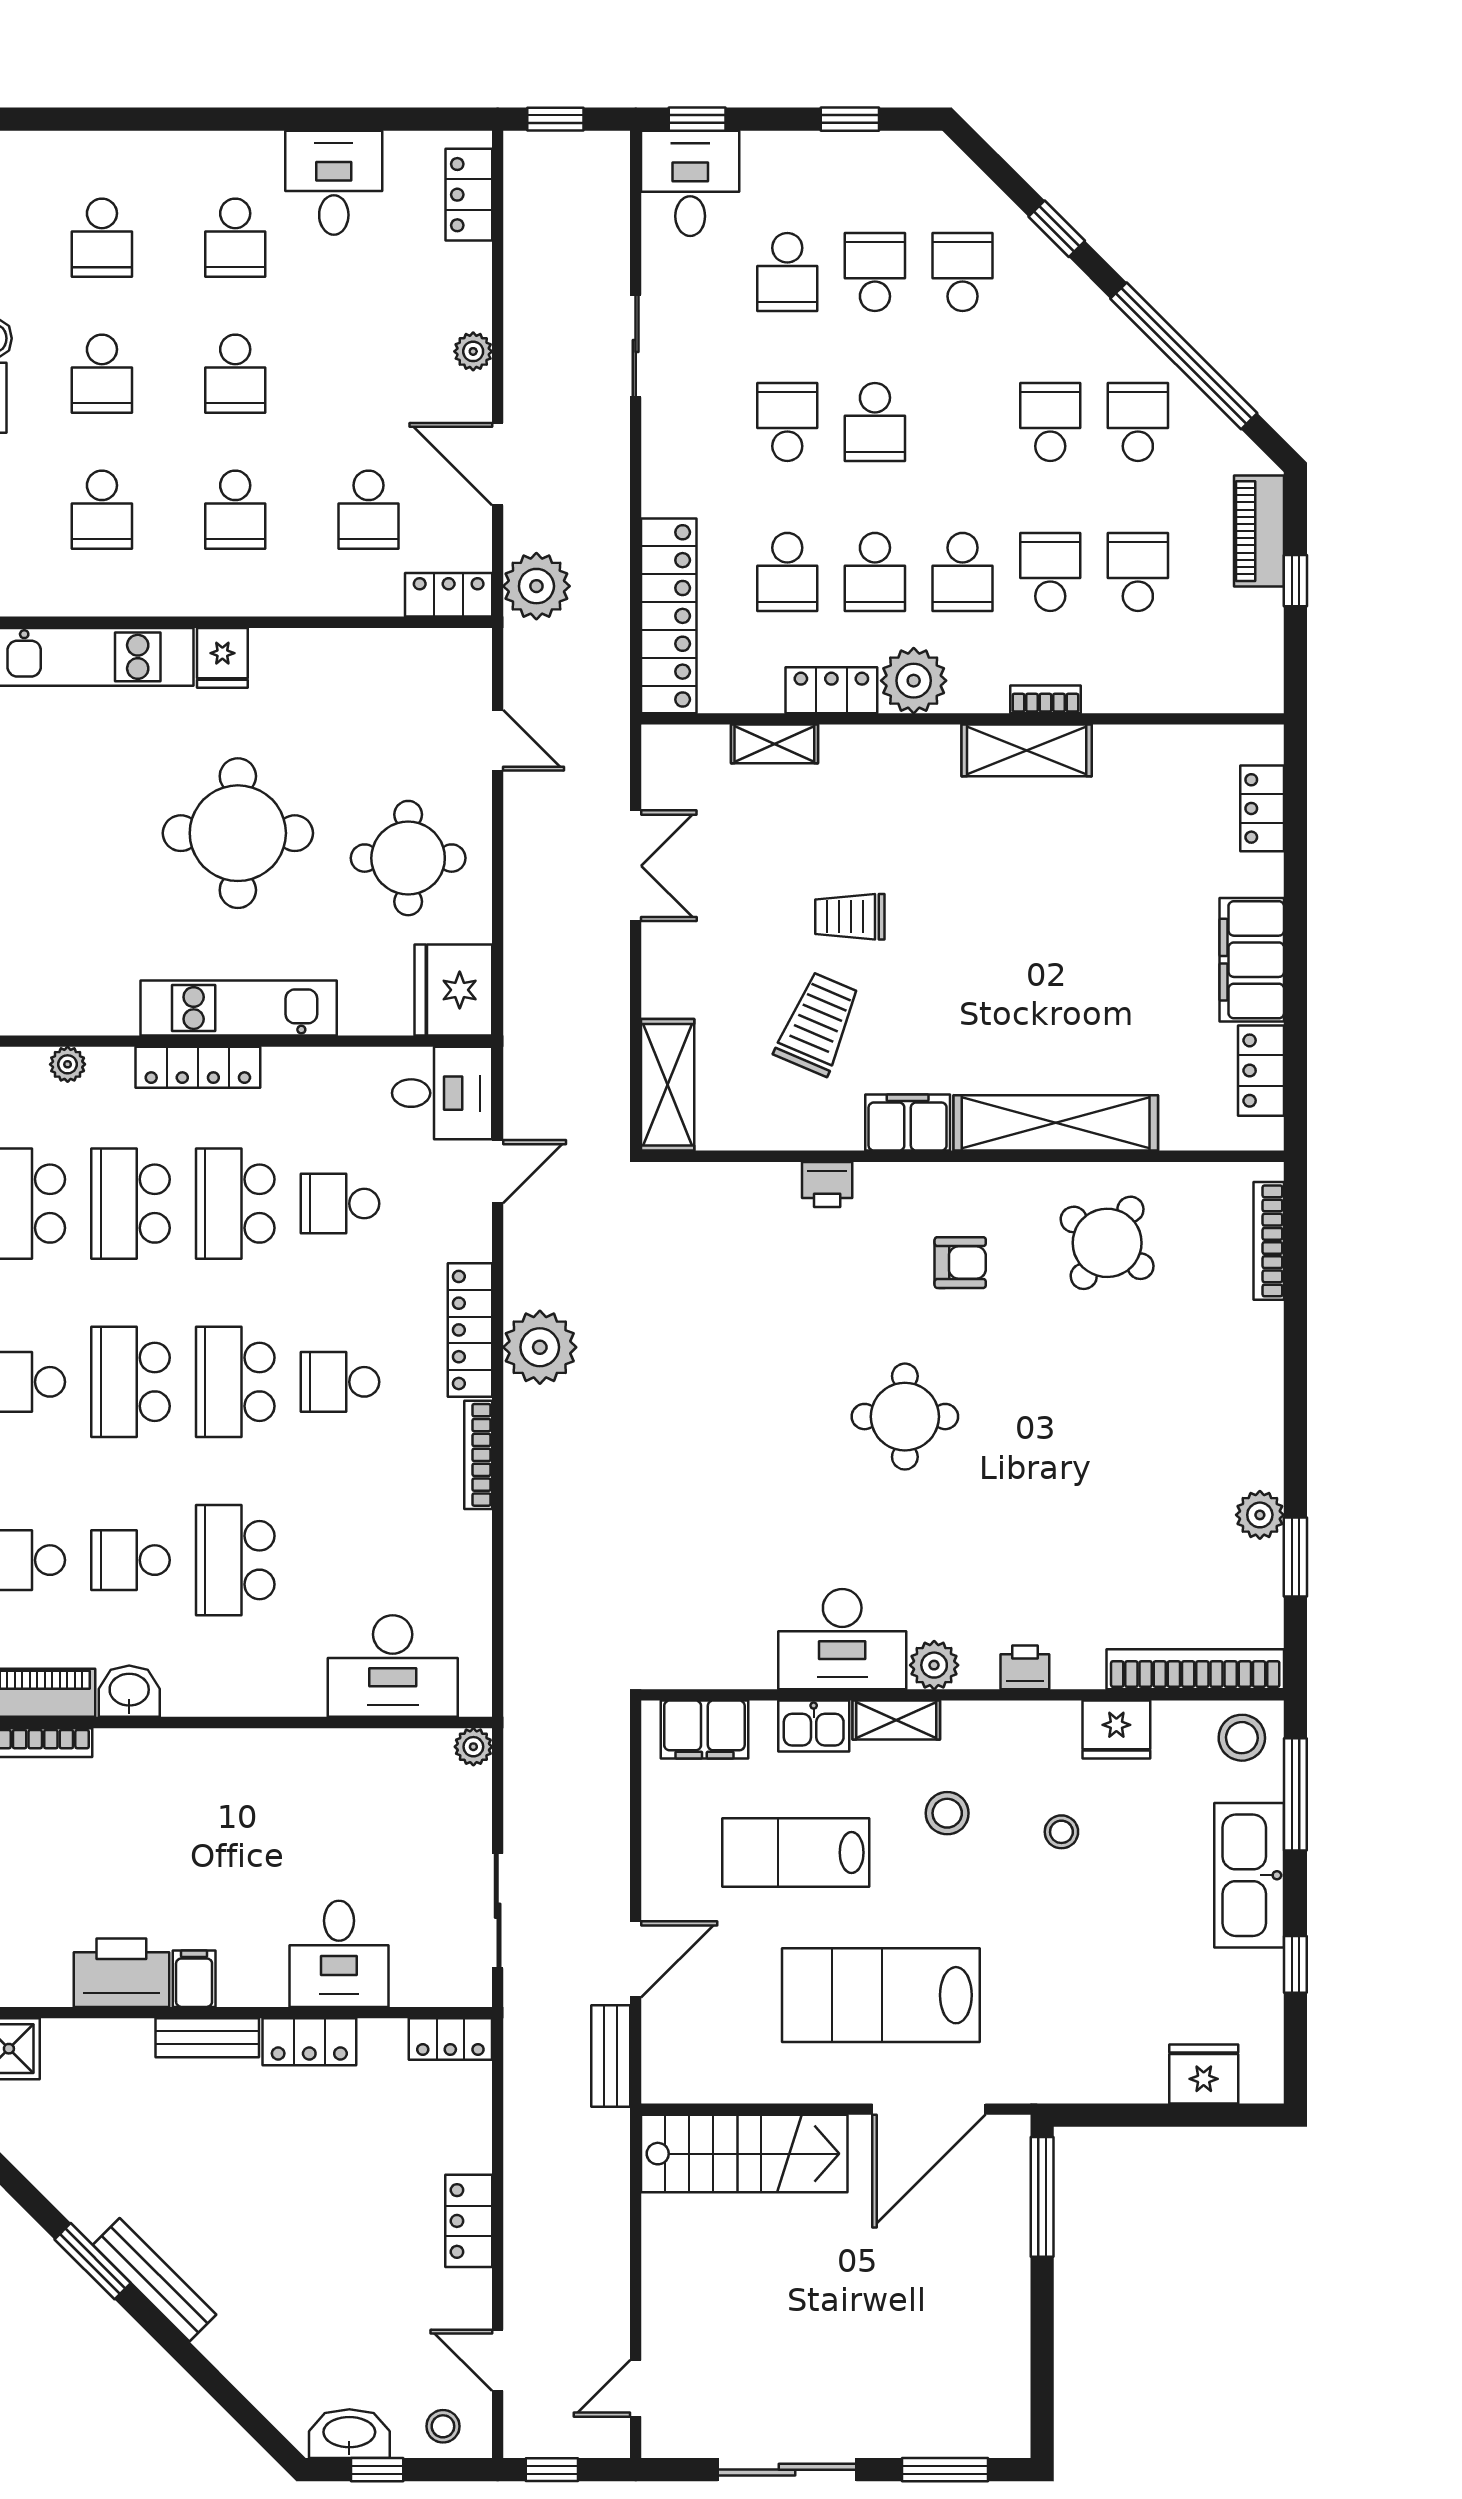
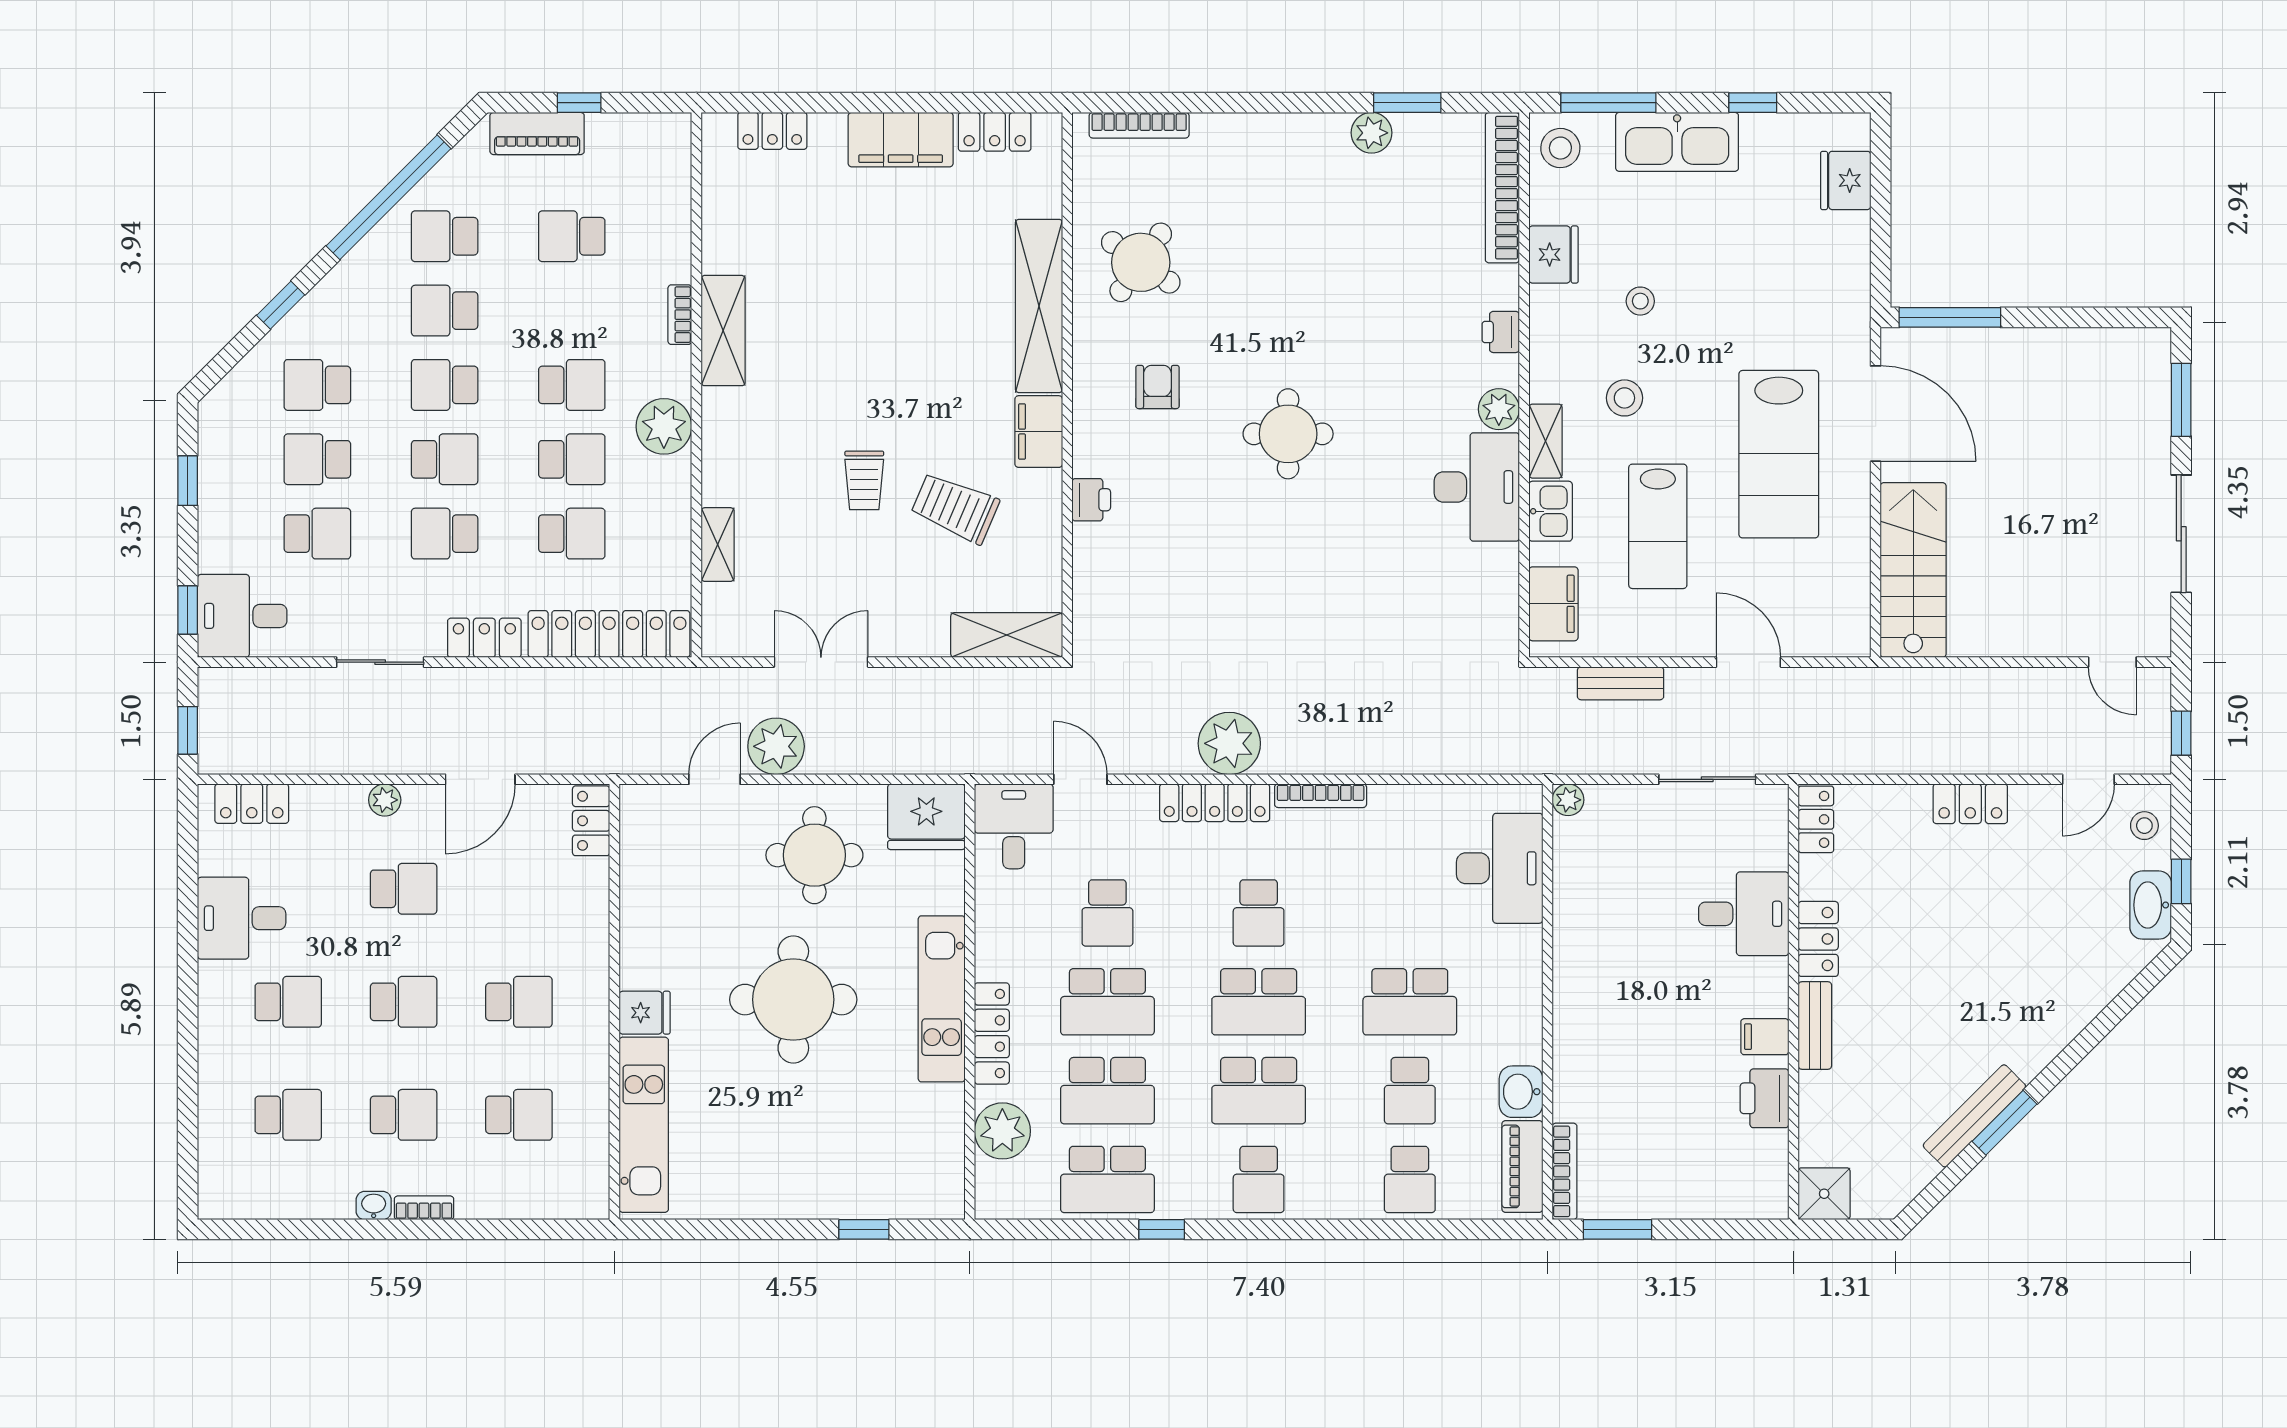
school desk: (368, 510) -> (404, 889), moved
school desk: (1050, 572) -> (445, 385), moved
plant: (536, 586) -> (776, 746), moved
locker: (831, 690) -> (484, 638), moved, turned 90
plant: (68, 1064) -> (1002, 1131), width x1.88, depth x1.88
printer: (121, 1973) -> (1764, 1098), width x0.73, depth x0.84
bench: (611, 2056) -> (1621, 683), moved
bench: (155, 2280) -> (1974, 1116), moved

